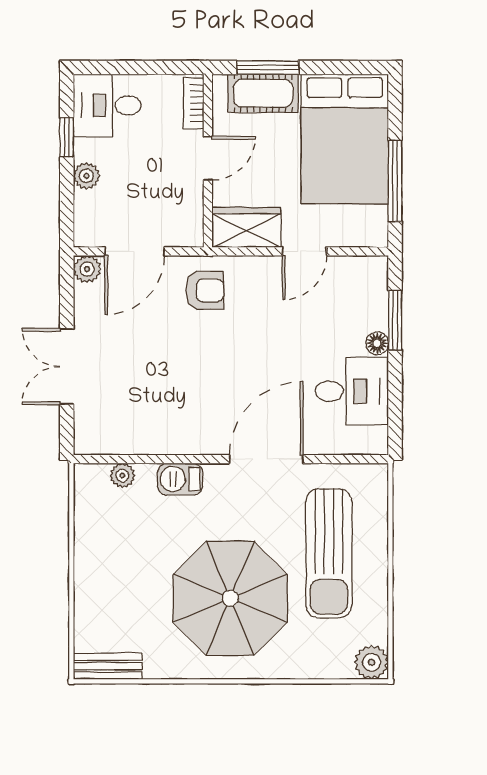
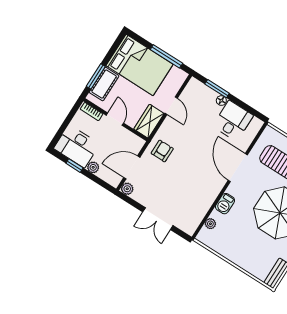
desk: (107, 105) -> (77, 146), width x1.37
door: (135, 251) -> (132, 167), swing flipped

